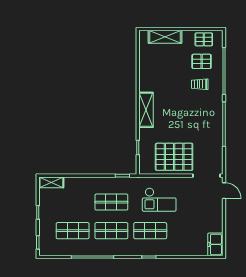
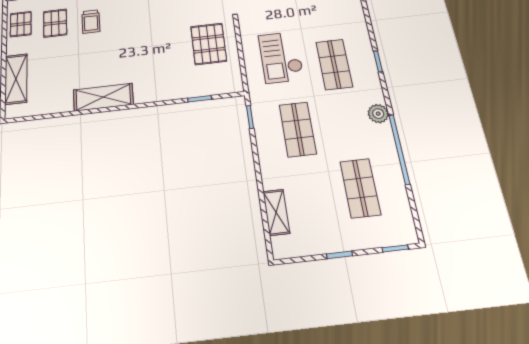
shelving: (146, 110) -> (103, 97), moved
pallet: (174, 157) -> (209, 44), width x0.73, depth x0.71
shelving: (51, 182) -> (276, 212), moved
checkout: (159, 200) -> (281, 57), turned 180
shop shelf: (111, 231) -> (347, 124), removed
plant: (115, 250) -> (378, 114), added

